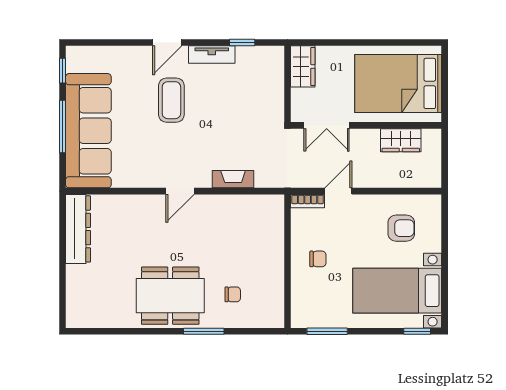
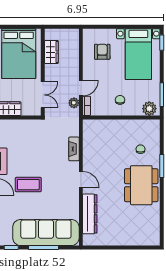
plant: (313, 179) -> (74, 103), added
door: (338, 191) -> (81, 88), swing flipped
dresser: (78, 229) -> (90, 214), moved, turned 90
plant: (303, 310) -> (149, 109), added

